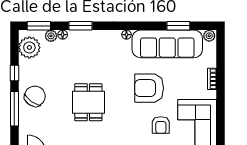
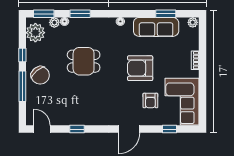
sofa: (167, 44) -> (156, 27), width x0.74, depth x0.79
chair: (35, 96) -> (40, 75), turned 104
dining table: (88, 102) -> (84, 61), moved, turned 90

